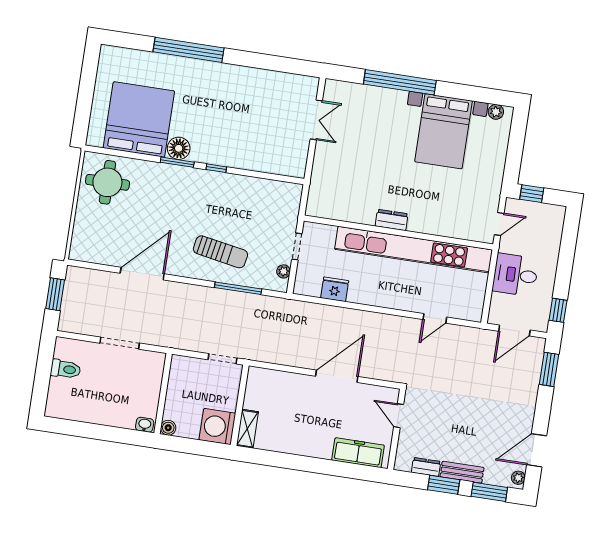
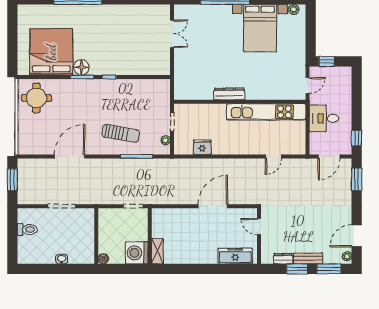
dresser: (392, 220) -> (229, 94), width x1.44
kitchen unit: (414, 250) -> (266, 112), width x0.73
washbasin: (145, 425) -> (62, 259), moved

